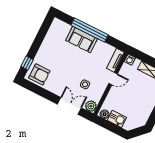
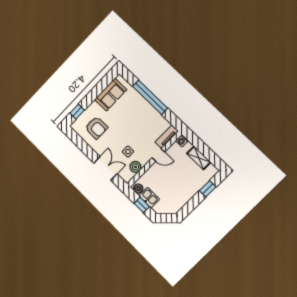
sofa: (82, 40) -> (111, 95), moved, turned -90
armchair: (39, 74) -> (96, 128), moved
plant: (91, 106) -> (135, 167), moved
window: (112, 128) -> (142, 205), added

